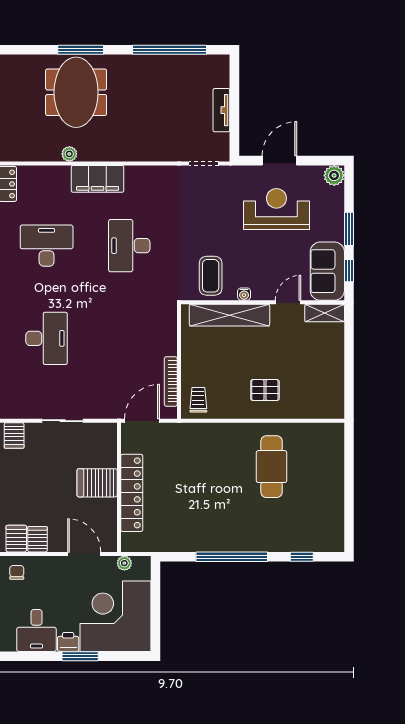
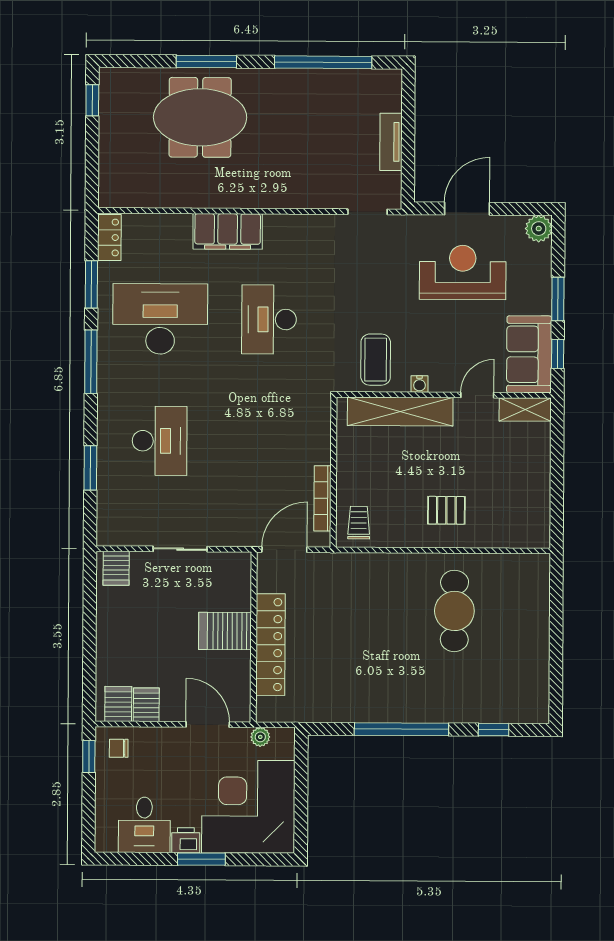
meeting table: (76, 92) -> (200, 117), turned 90
plant: (69, 154) -> (191, 198), removed
desk: (47, 246) -> (160, 319), width x1.36, depth x1.30
chair: (17, 572) -> (119, 748), turned -90

